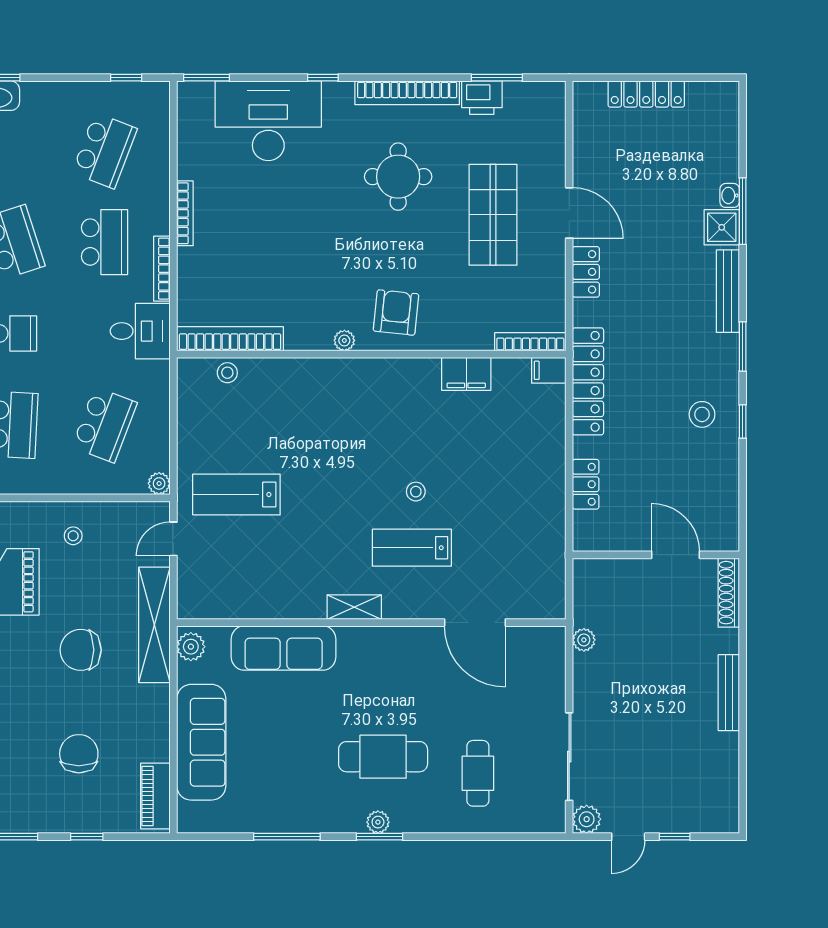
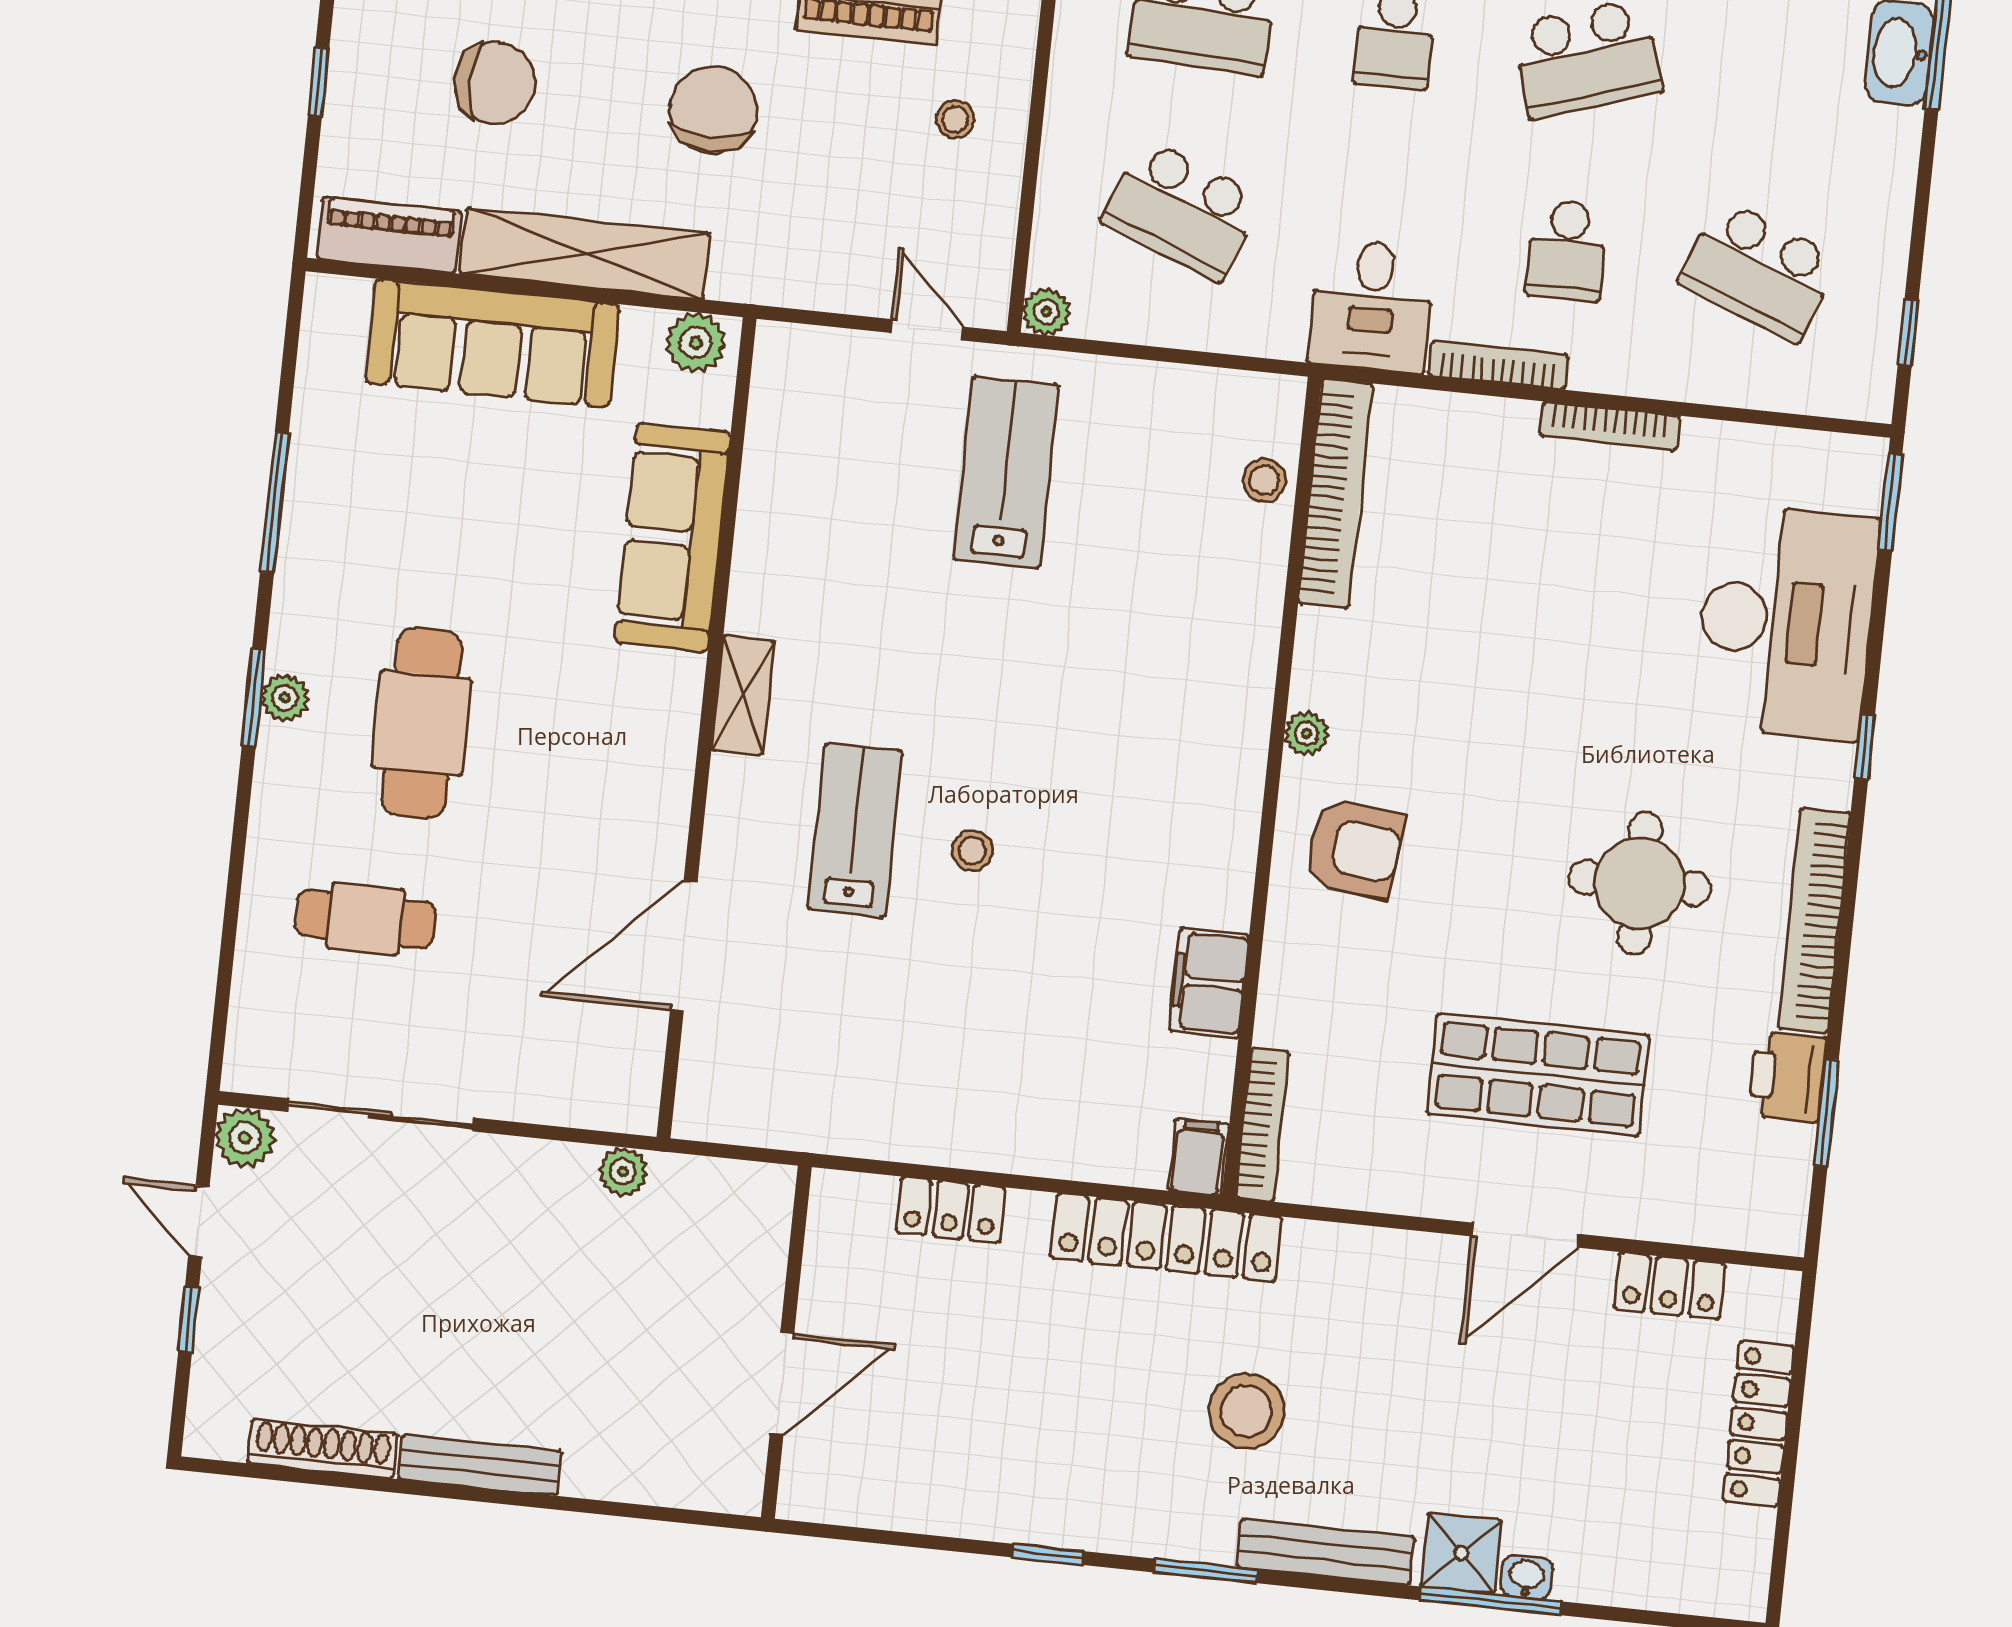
school desk: (104, 242) -> (1567, 250), width x0.54
locker: (586, 272) -> (1669, 1286), moved
stool: (702, 414) -> (1246, 1411), moved, width x1.38, depth x1.38
shoe rack: (729, 593) -> (323, 1448), moved
shelving: (154, 625) -> (585, 253), moved

